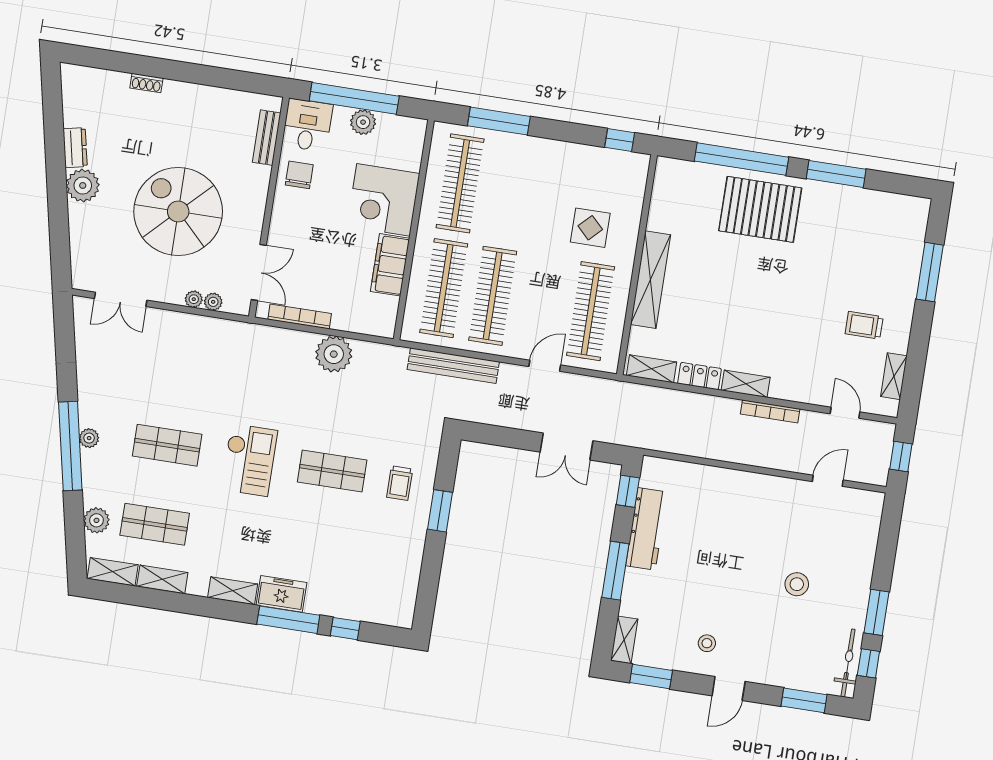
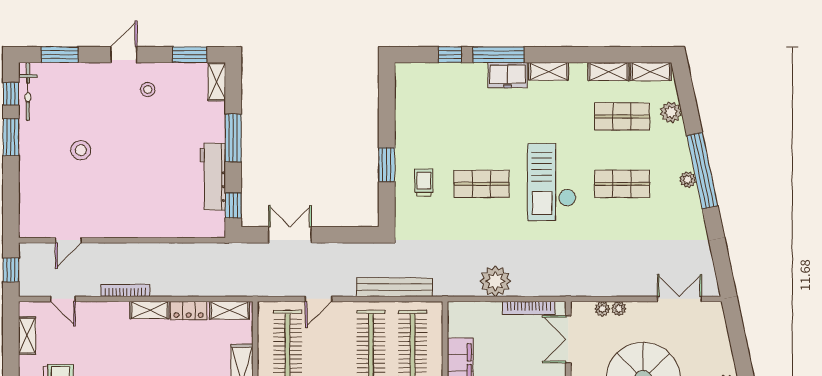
checkout: (249, 460) -> (552, 182), width x1.36, depth x1.21

